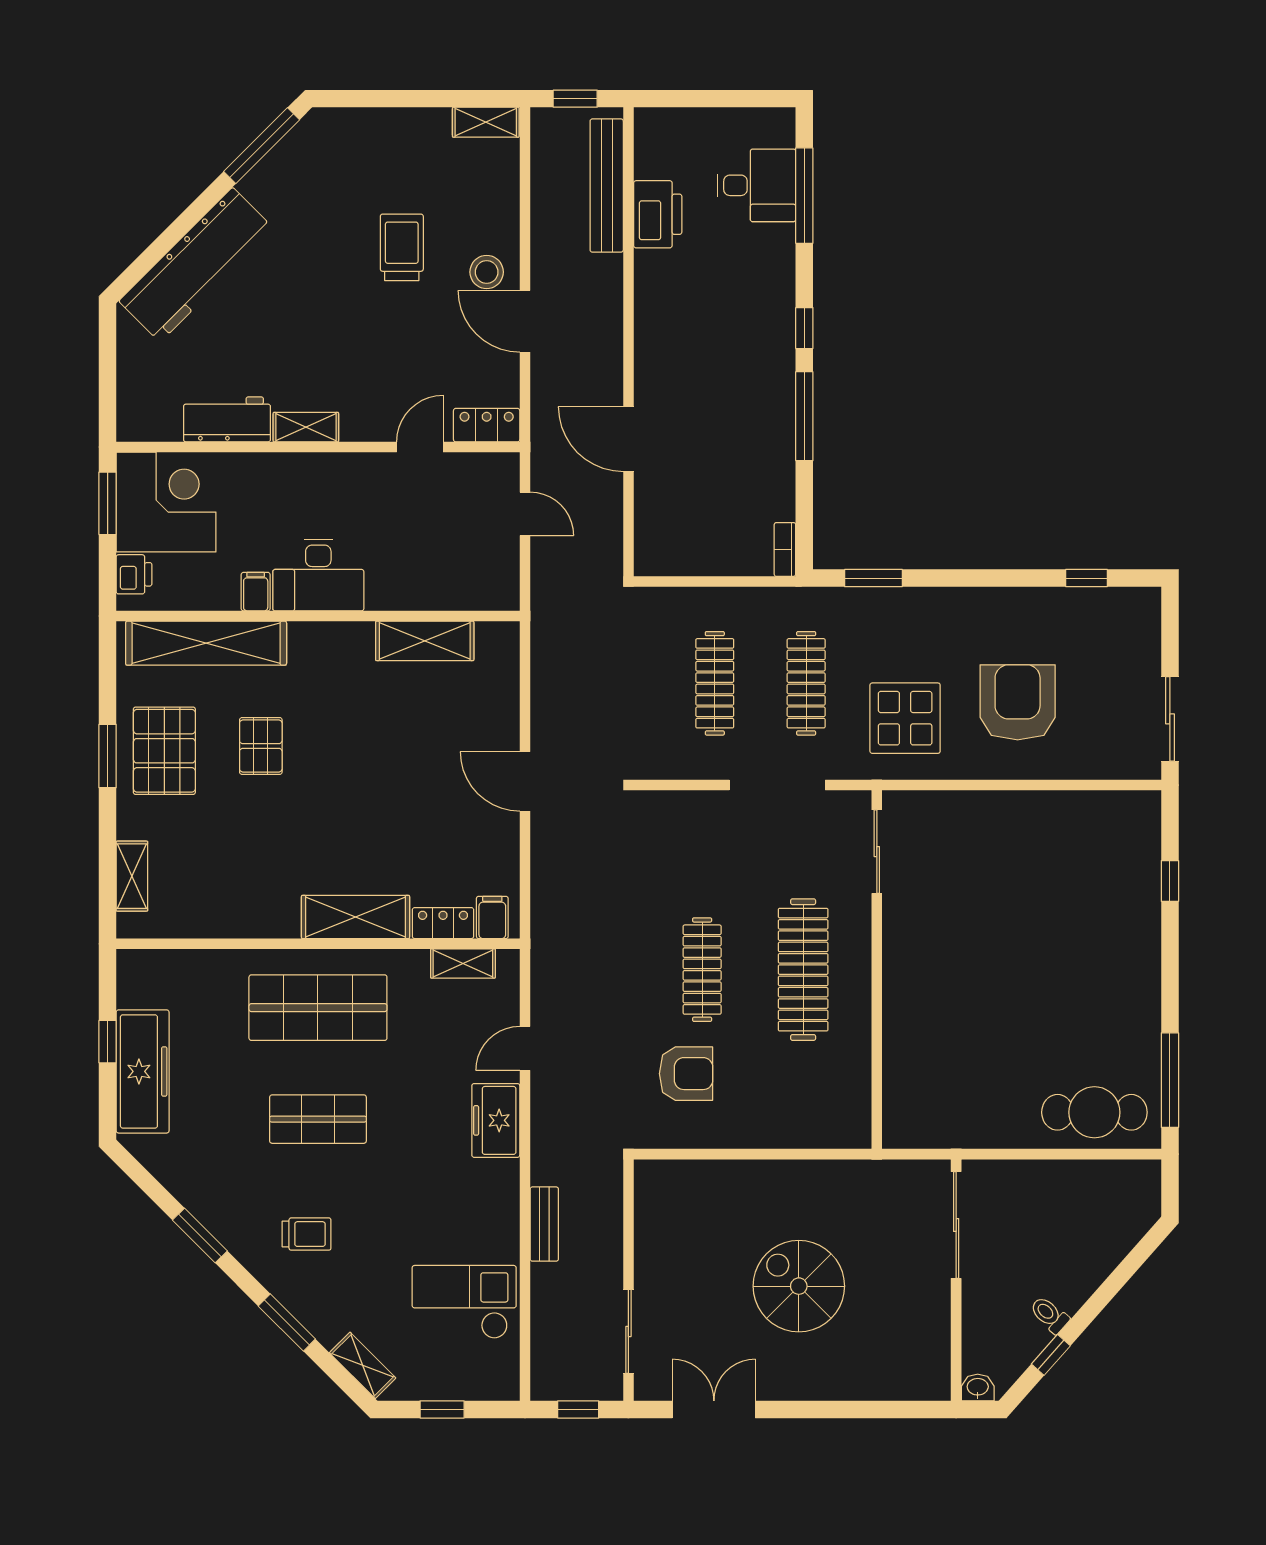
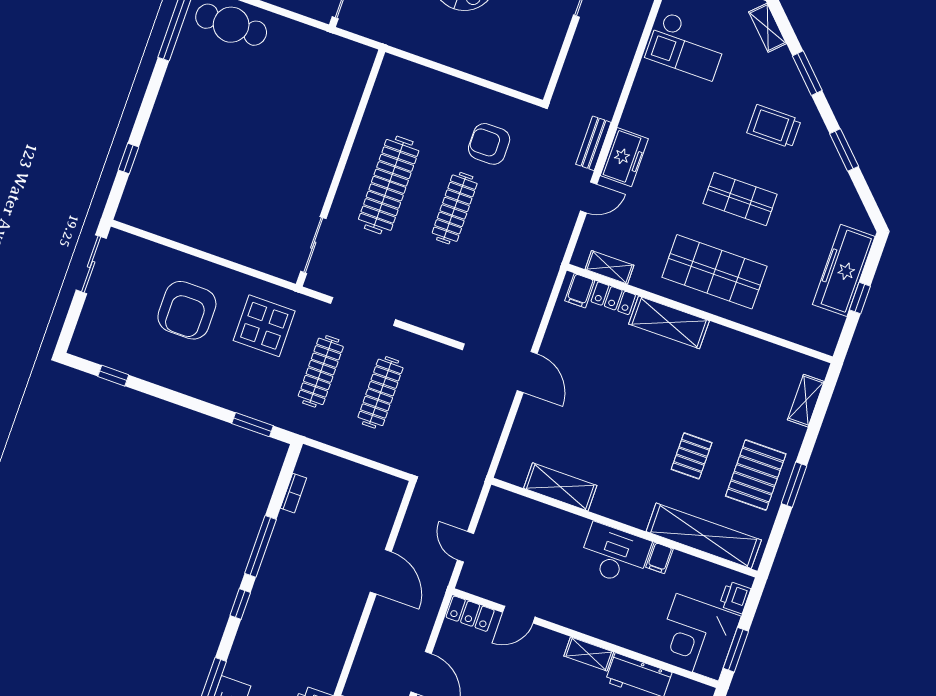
bookcase: (785, 549) -> (293, 493), moved
bench: (544, 1224) -> (593, 143), moved
trolley: (307, 1234) -> (774, 126), width x1.36, depth x1.39

